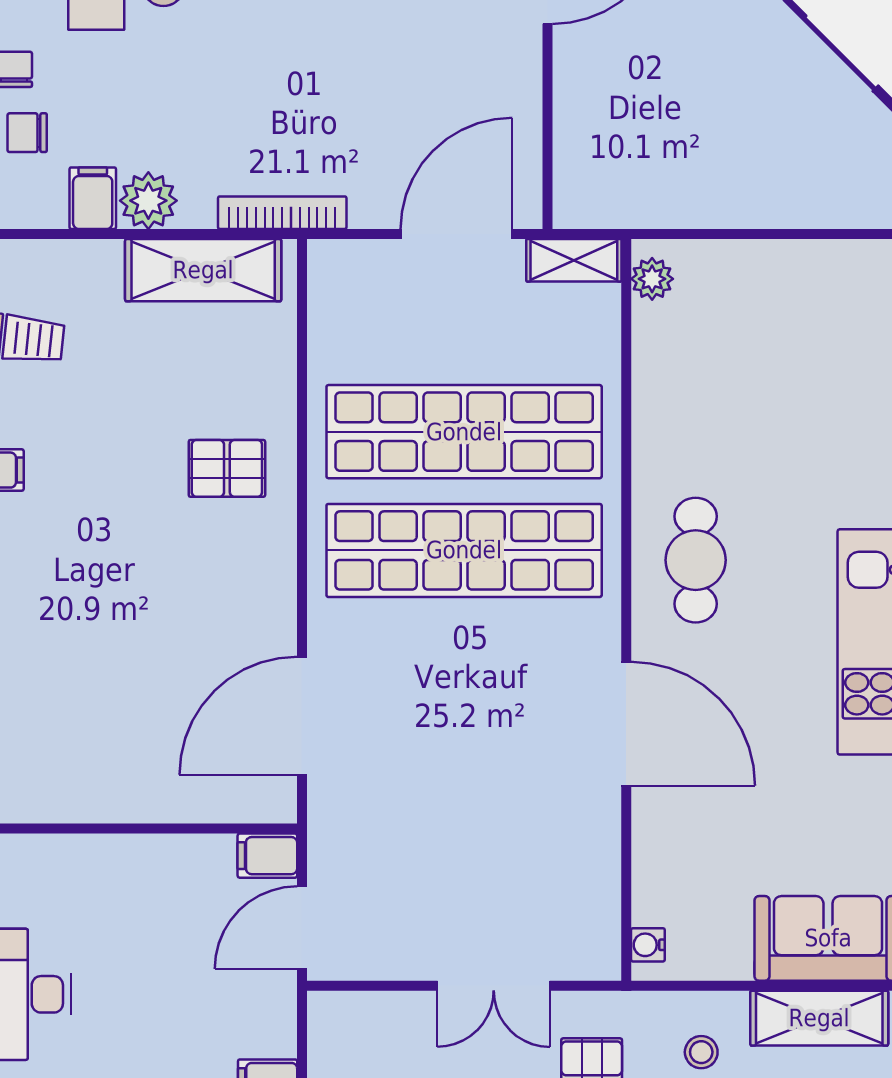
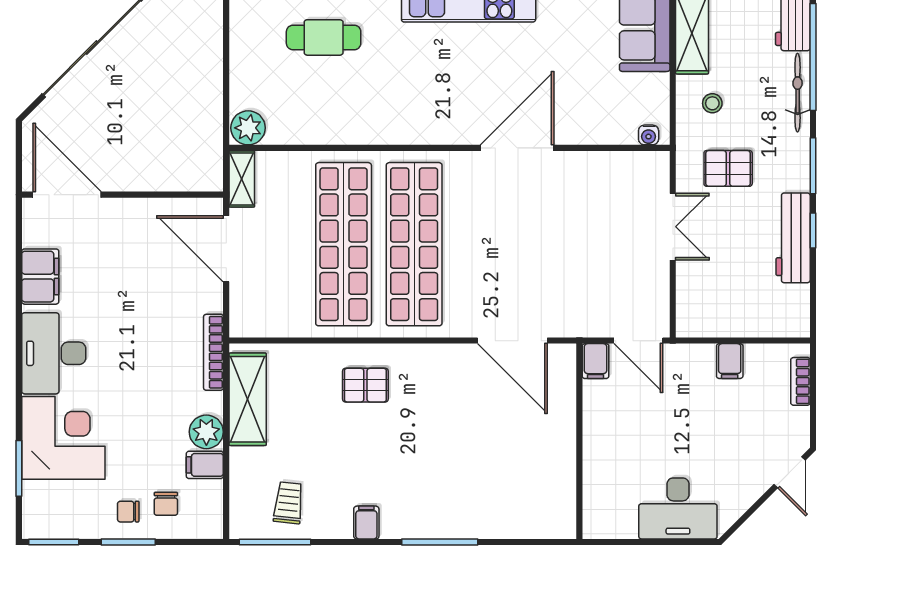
plant: (652, 279) -> (248, 128), width x1.38, depth x1.38
pallet: (227, 468) -> (365, 385), turned 90
cafe table: (696, 560) -> (324, 37), moved

